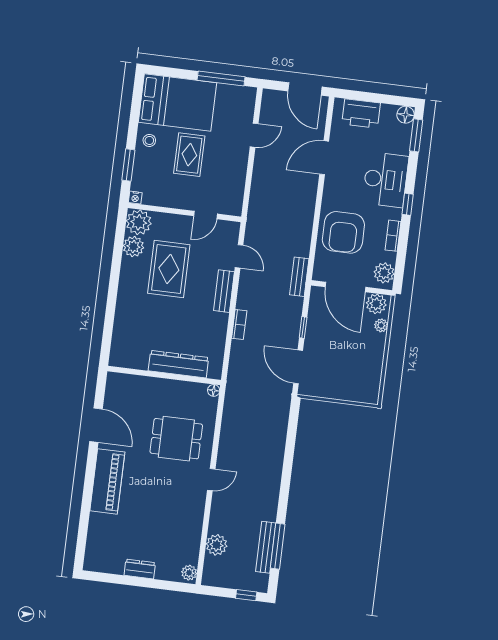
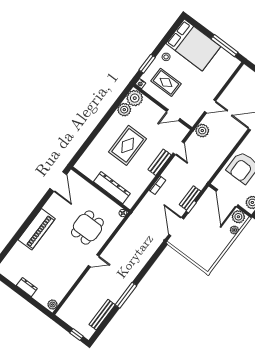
door: (254, 135) -> (210, 106), moved
rug: (189, 155) -> (166, 82), moved, turned 90
rug: (169, 269) -> (128, 145), moved
bench: (299, 277) -> (190, 198), moved
door: (96, 425) -> (58, 181), moved
dining table: (176, 439) -> (87, 228), turned 90
plant: (217, 545) -> (202, 131), moved
window: (278, 546) -> (126, 295), moved

